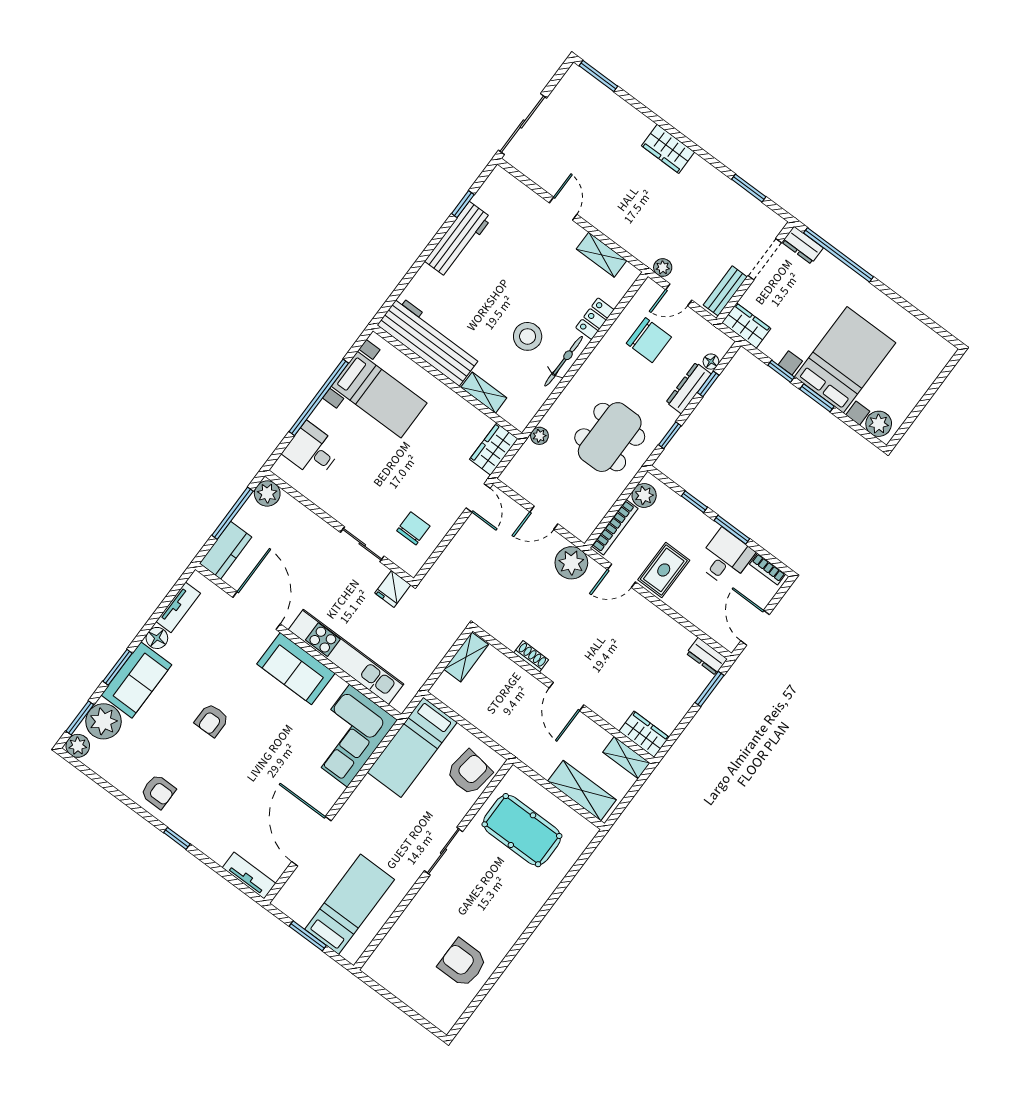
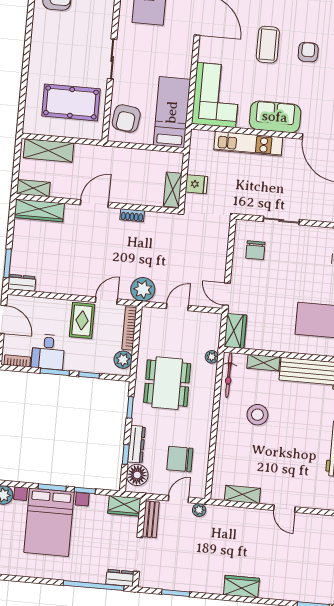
locker: (595, 319) -> (222, 452), removed
bicycle: (564, 361) -> (229, 375), moved
floor lamp: (711, 362) -> (137, 475), width x1.89, depth x1.89
fridge: (393, 589) -> (196, 184), moved, turned 90
kitchen unit: (346, 657) -> (248, 144), width x0.73
door: (566, 696) -> (94, 204), hinge flipped
wardrobe: (644, 734) -> (39, 210), width x1.50
coffee table: (253, 757) -> (268, 45), added

